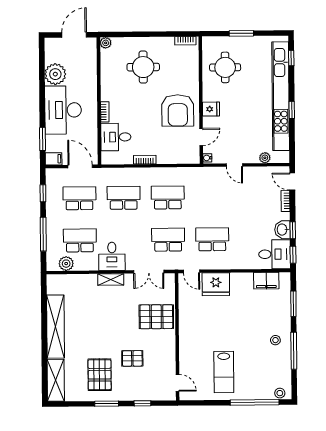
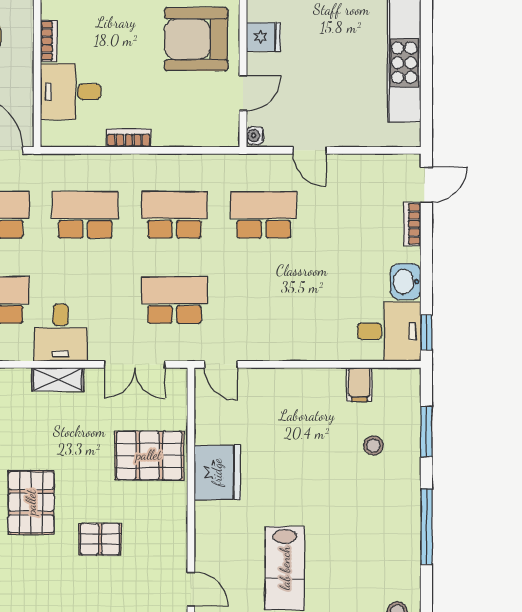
armchair: (178, 110) -> (196, 39), turned 90
window: (292, 110) -> (426, 40), removed
plant: (265, 158) -> (371, 136), removed
door: (292, 182) -> (426, 185), swing flipped
window: (293, 230) -> (426, 283), removed
school desk: (212, 239) -> (264, 215), moved
filing cabinet: (266, 281) -> (359, 385), width x0.50
fridge: (216, 284) -> (217, 472), moved, turned -90
stool: (275, 340) -> (373, 445), moved
pallet: (100, 375) -> (31, 502), moved

